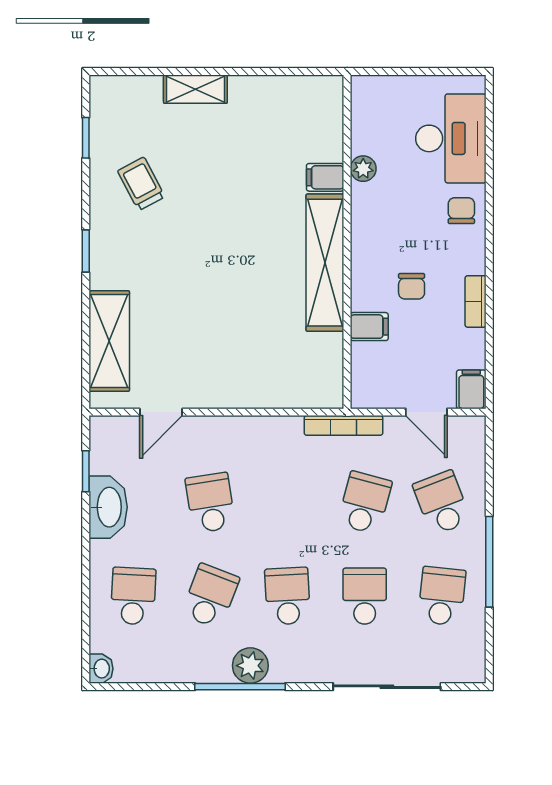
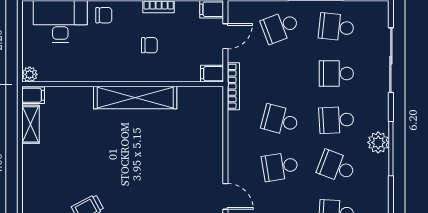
shelving: (195, 89) -> (30, 124), moved
plant: (363, 169) -> (30, 74), moved
filing cabinet: (325, 177) -> (33, 95), moved, turned -90
chair: (461, 211) -> (104, 15), turned 180
filing cabinet: (369, 327) -> (212, 74), moved, turned -90
school desk: (365, 503) -> (280, 120), moved

